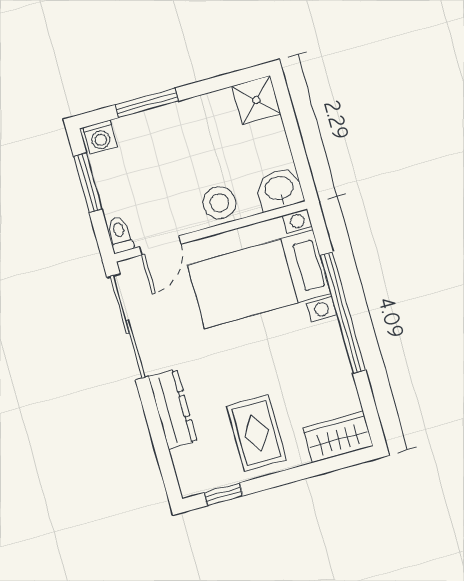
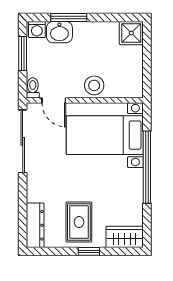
washbasin: (279, 189) -> (59, 32), moved, turned 180
door: (160, 245) -> (54, 100), hinge flipped
dresser: (173, 409) -> (35, 225), moved
window: (224, 494) -> (89, 251), moved

